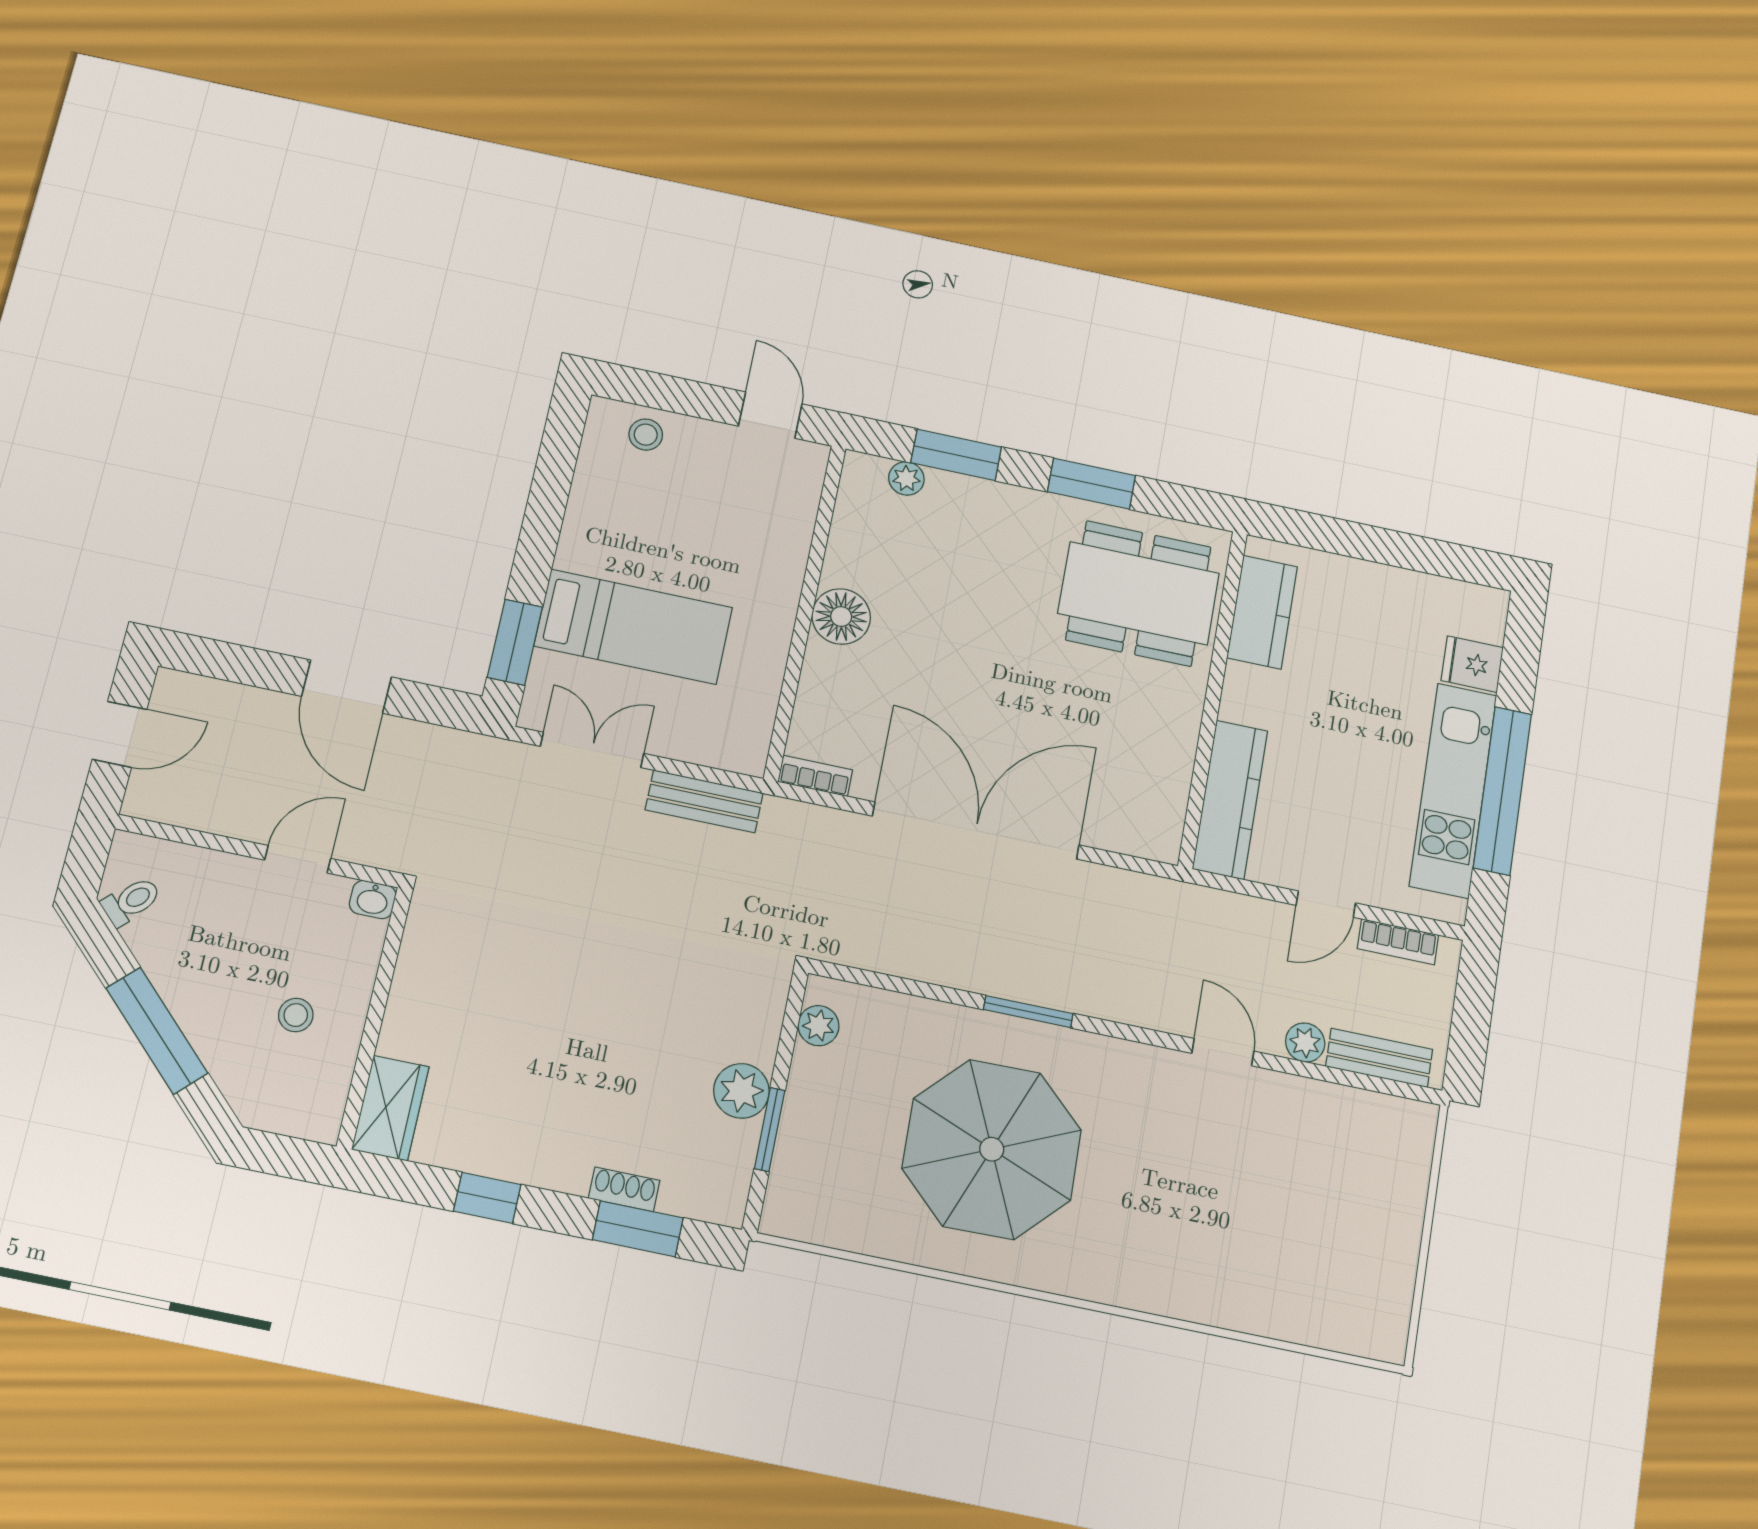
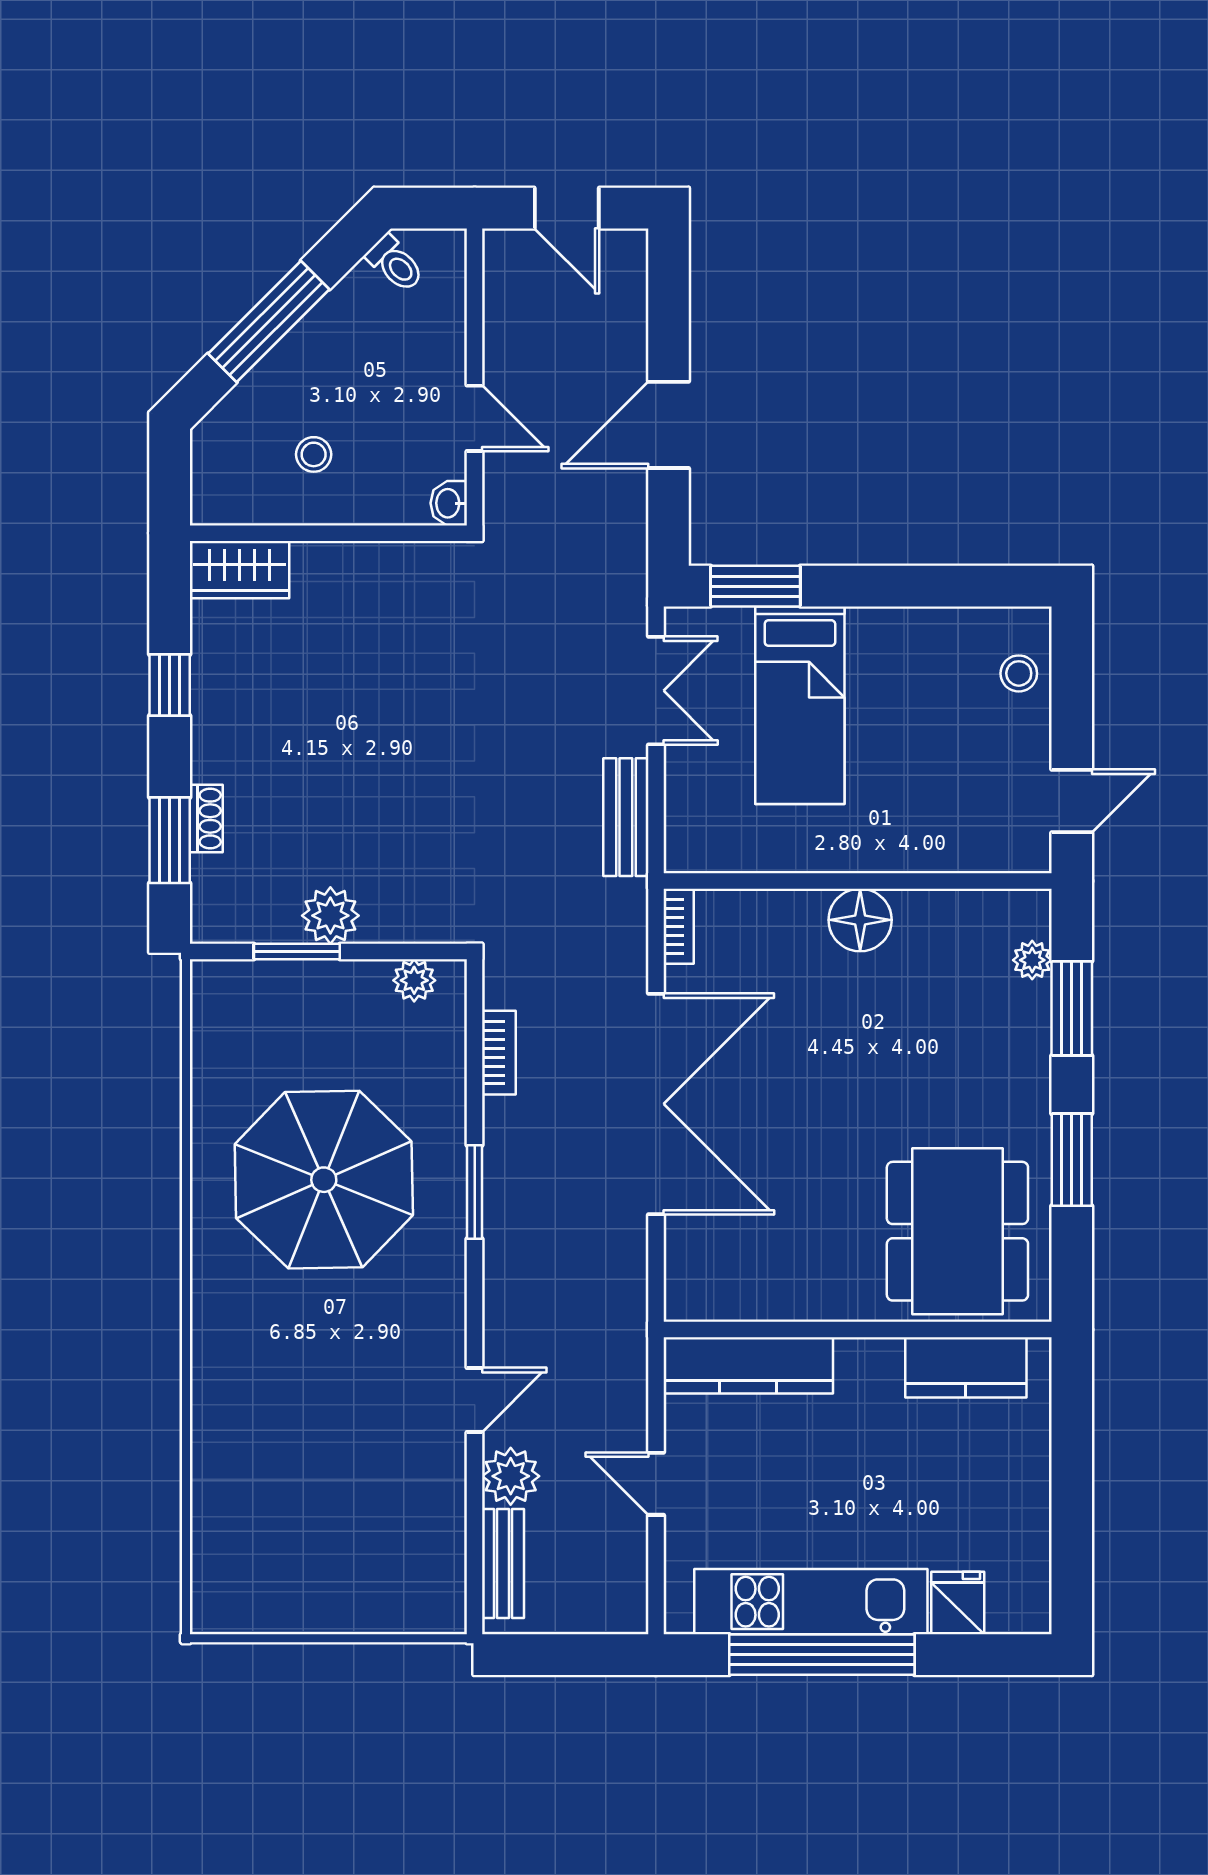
bookcase: (1398, 942) -> (499, 1053), moved, turned 180
plant: (1305, 1042) -> (511, 1476), width x1.38, depth x1.38

